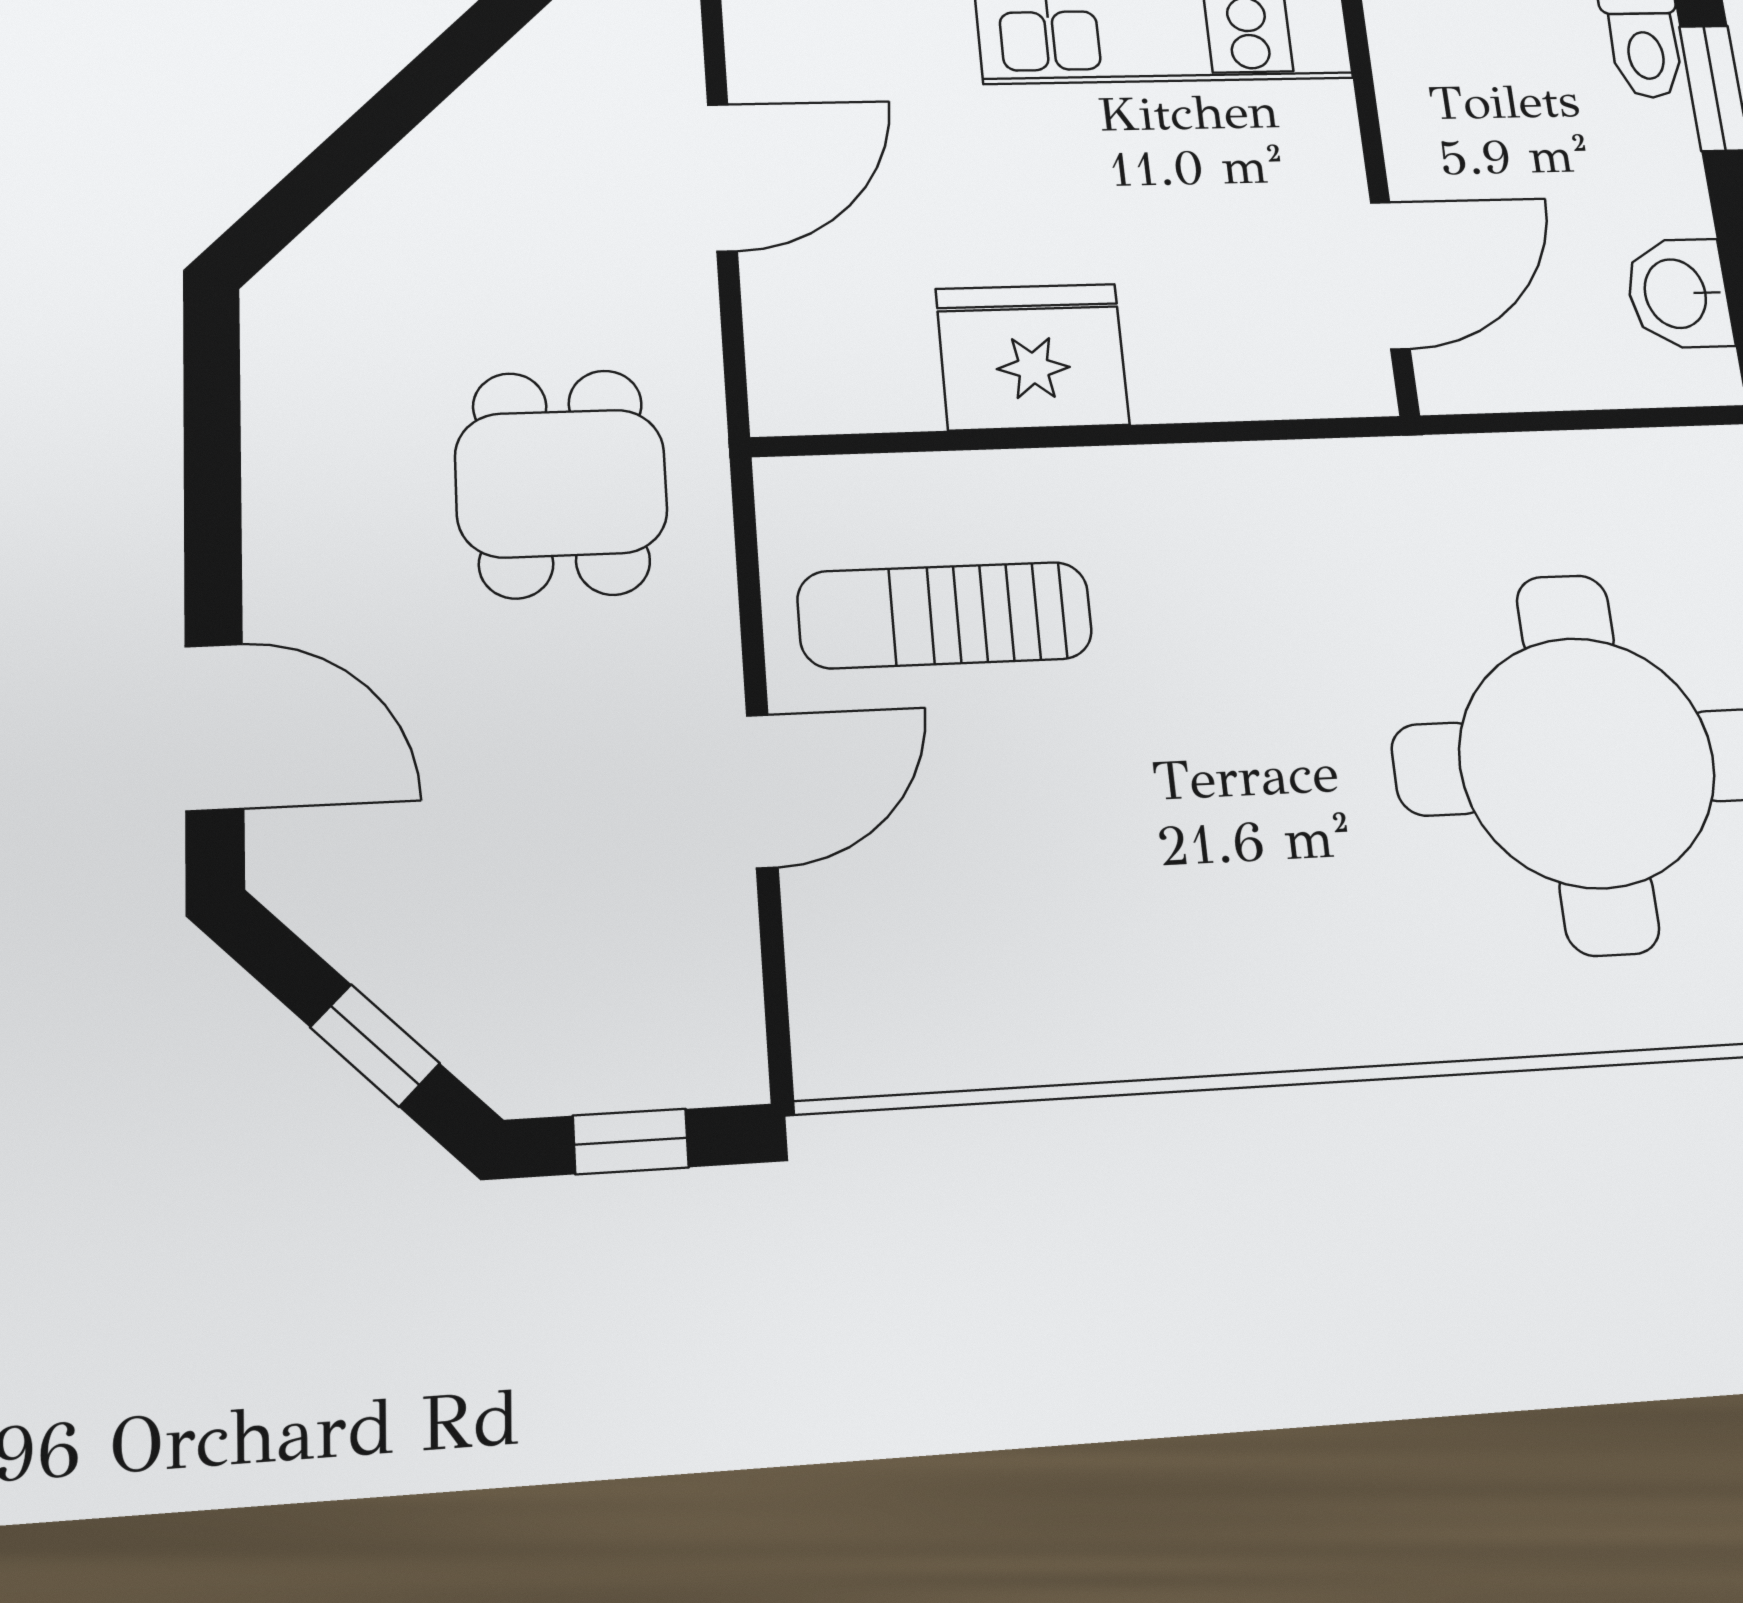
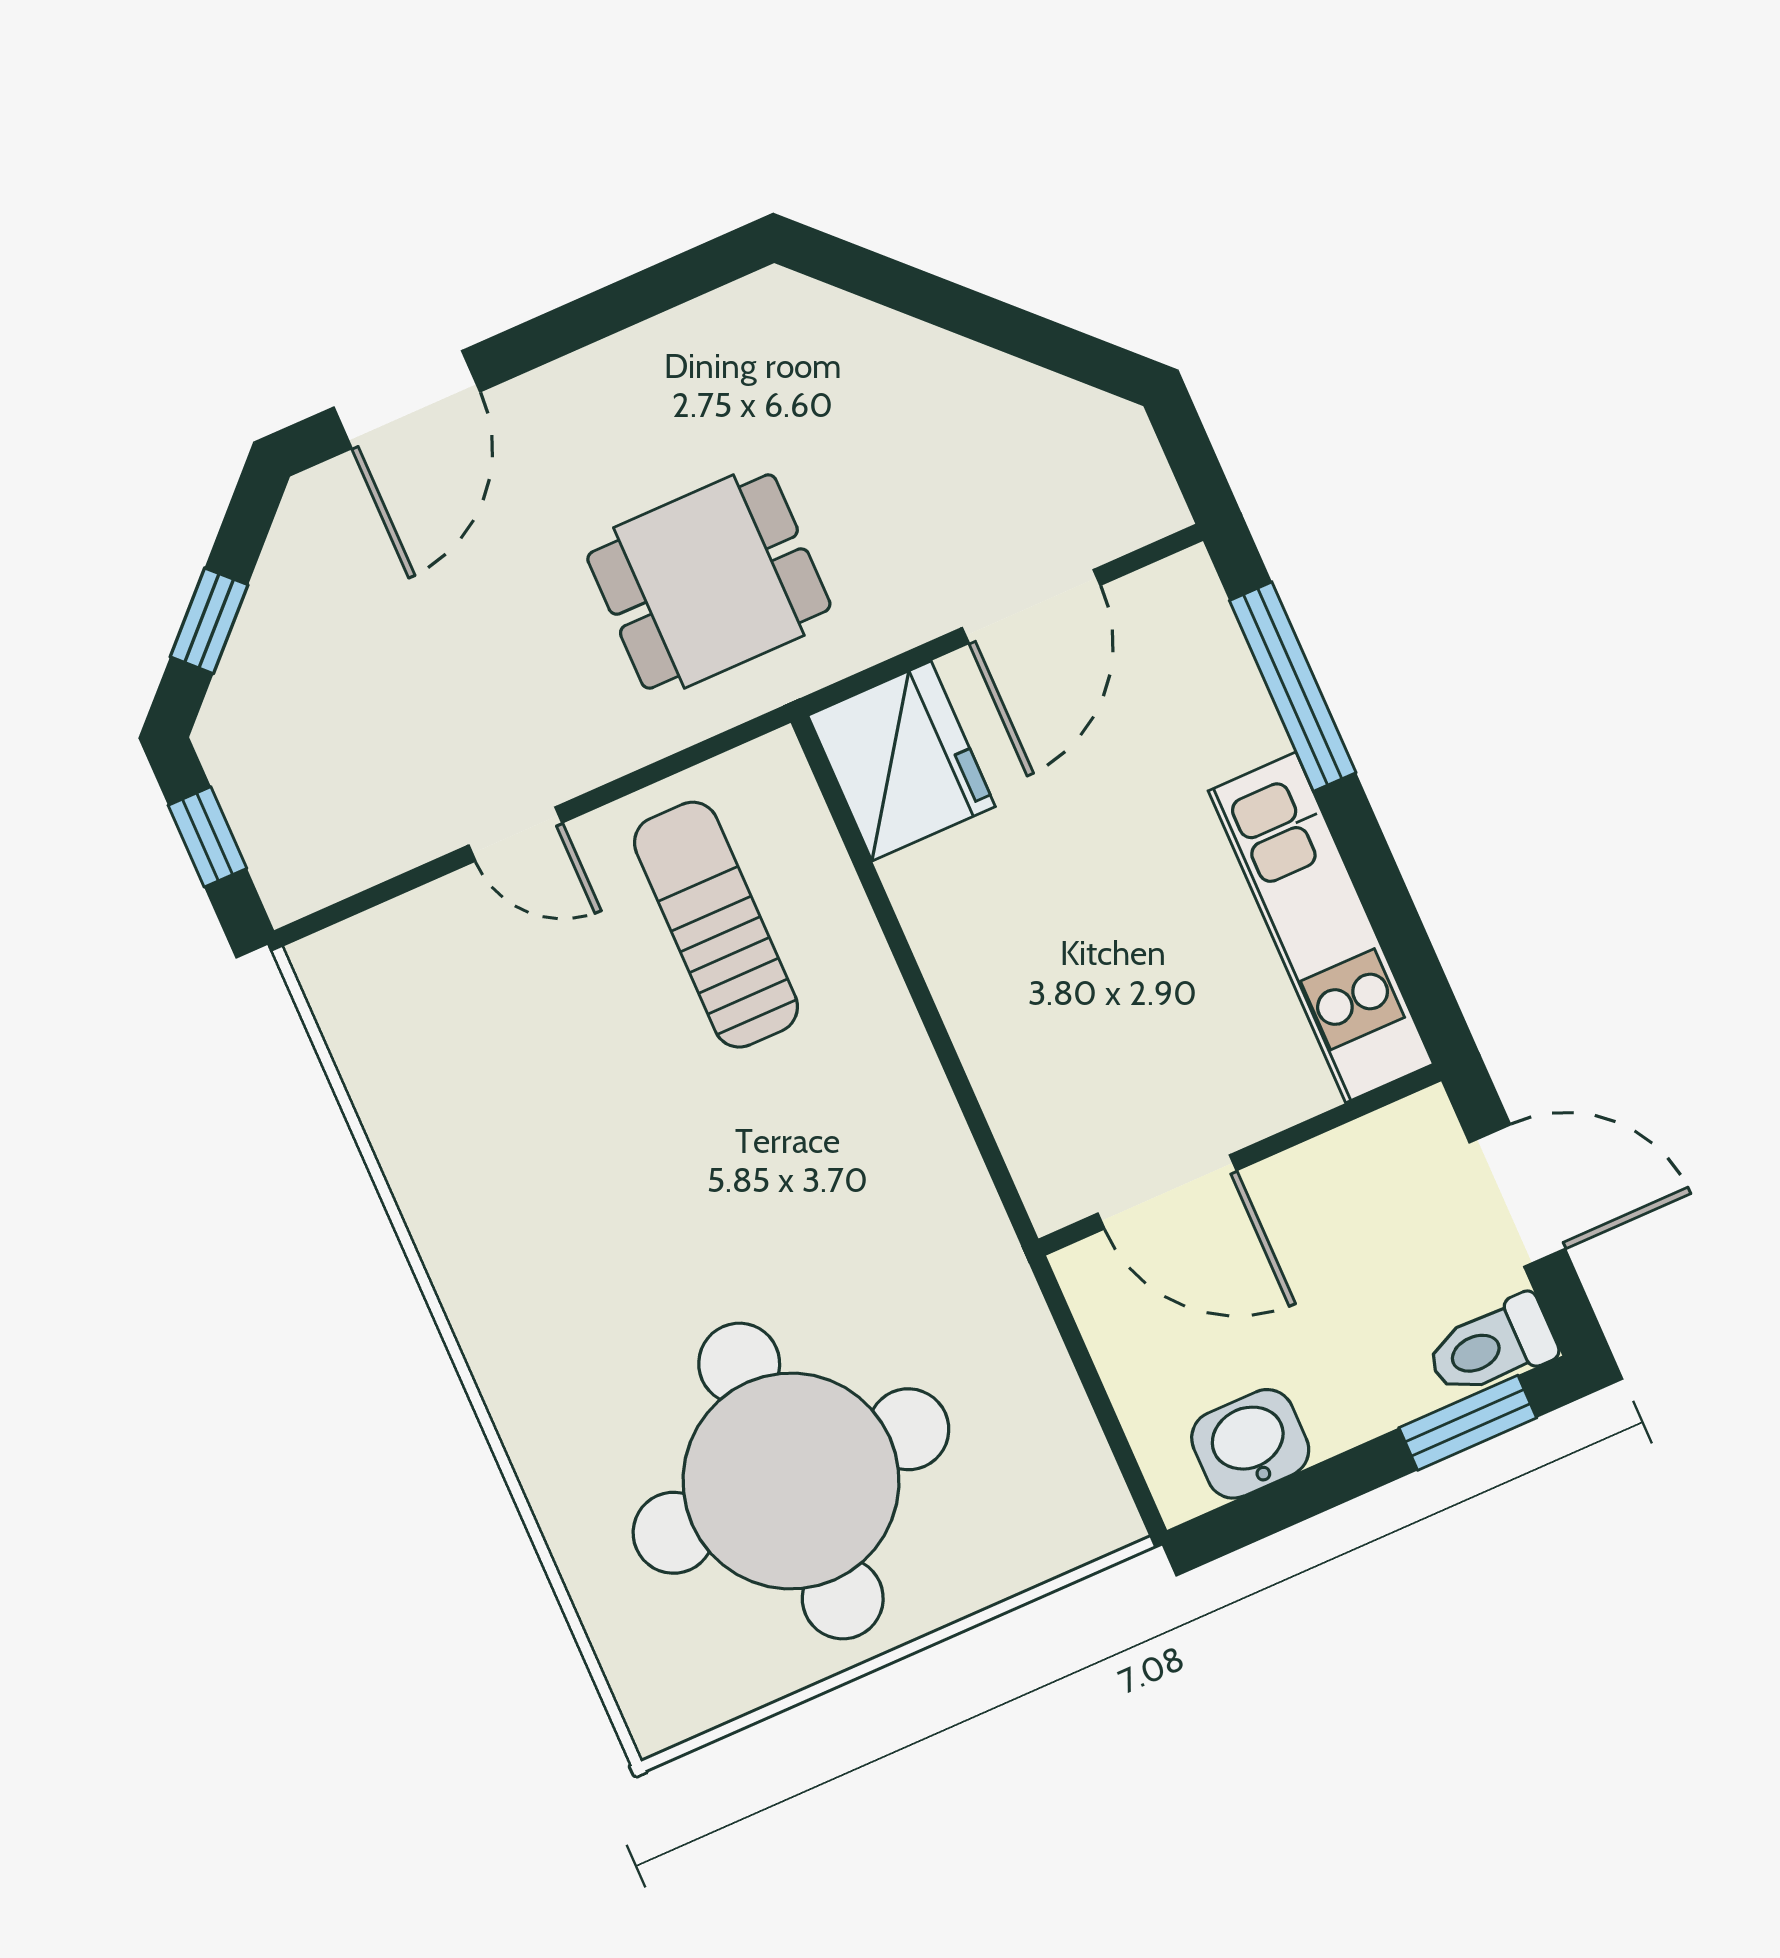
door: (722, 177) -> (1031, 606), hinge flipped
fridge: (1032, 357) -> (902, 761), moved
door: (762, 791) -> (515, 834), width x0.73

